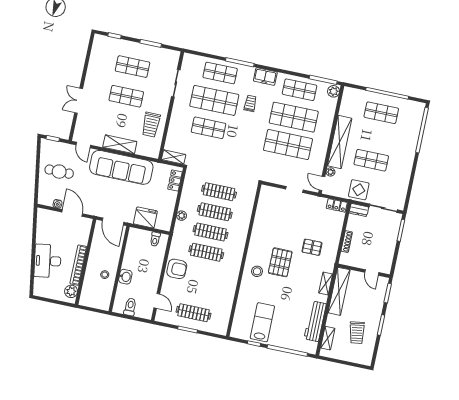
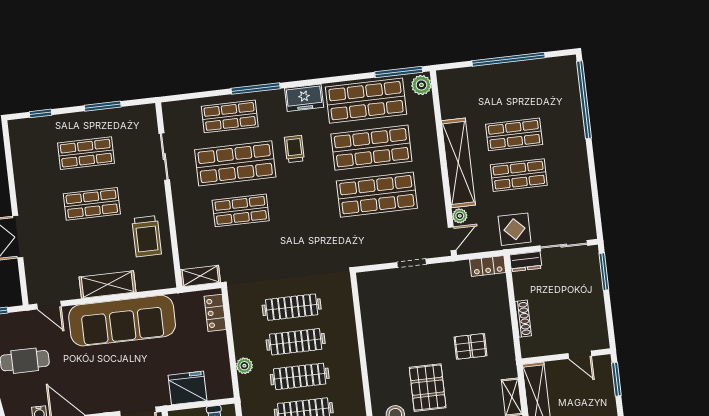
shop shelf: (299, 90) -> (366, 101), width x1.43, depth x1.36
shop shelf: (381, 113) -> (514, 134), moved
door: (322, 183) -> (452, 239), swing flipped

